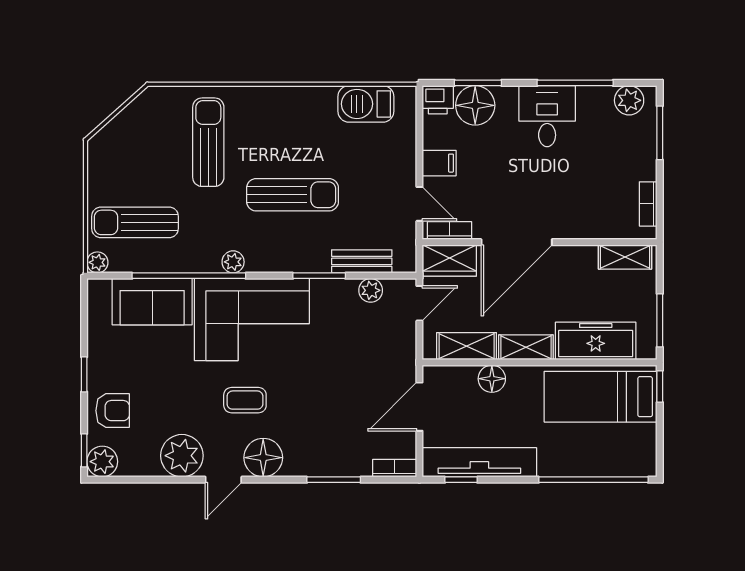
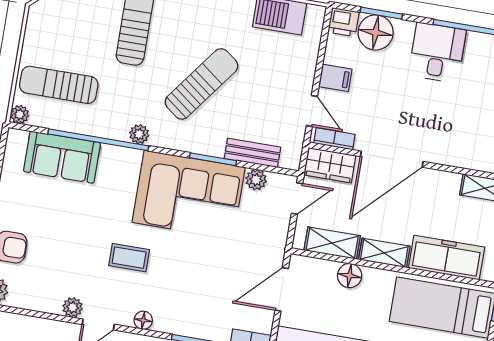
sun lounger: (293, 195) -> (201, 84), turned -53
corner sofa: (252, 320) -> (189, 195), moved
plant: (182, 456) -> (73, 307), width x0.53, depth x0.53
floor lamp: (263, 458) -> (143, 320), width x0.53, depth x0.53

